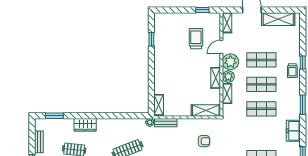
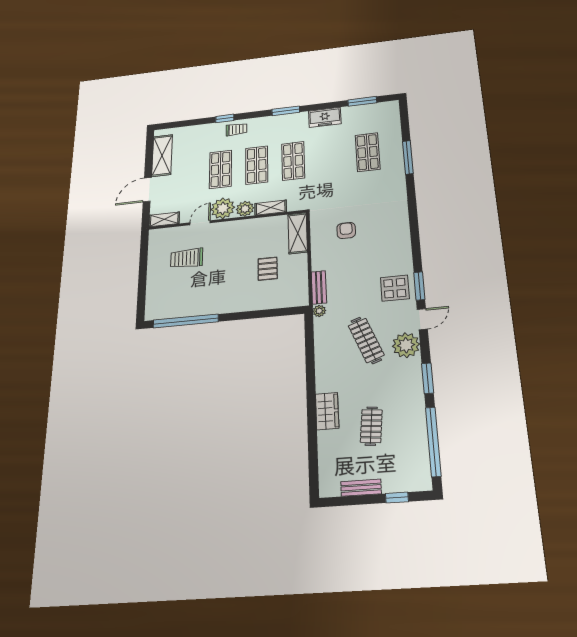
window: (202, 10) -> (144, 254), removed
window: (151, 39) -> (186, 321), width x3.17
door: (221, 47) -> (200, 223), swing flipped
shelving: (216, 78) -> (247, 225), removed
pallet: (182, 91) -> (268, 269), added
shelving: (159, 105) -> (290, 300), removed
window: (54, 116) -> (313, 464), removed

